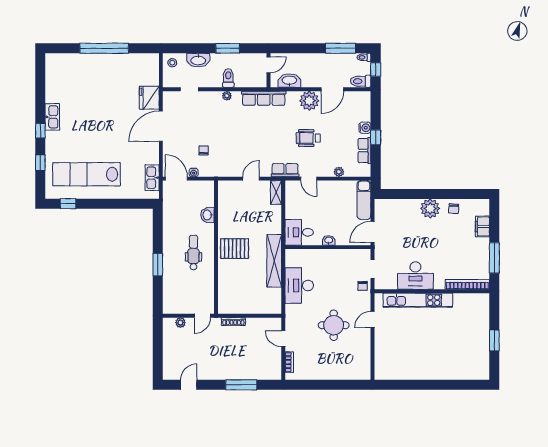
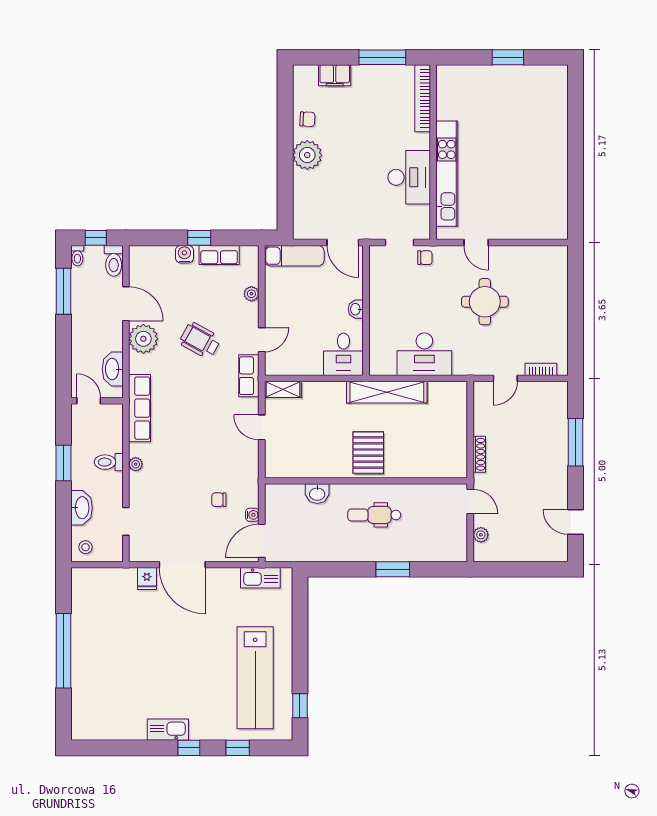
fridge: (149, 98) -> (147, 579), width x0.53, depth x0.75
wheelchair: (308, 138) -> (200, 340), turned 119

